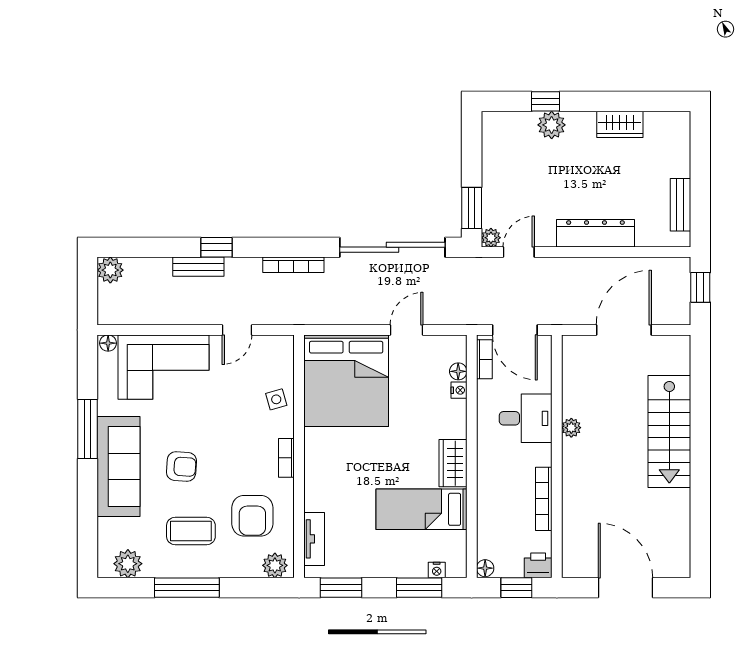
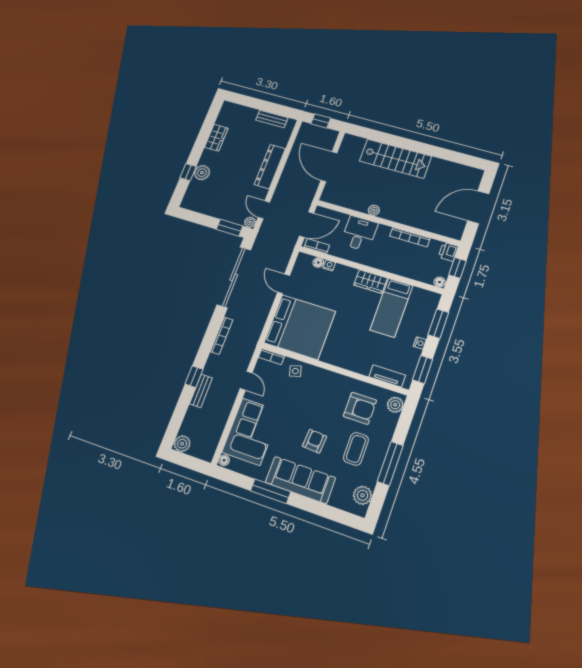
bookcase: (286, 458) -> (272, 357), moved
nightstand: (437, 570) -> (420, 343), moved

